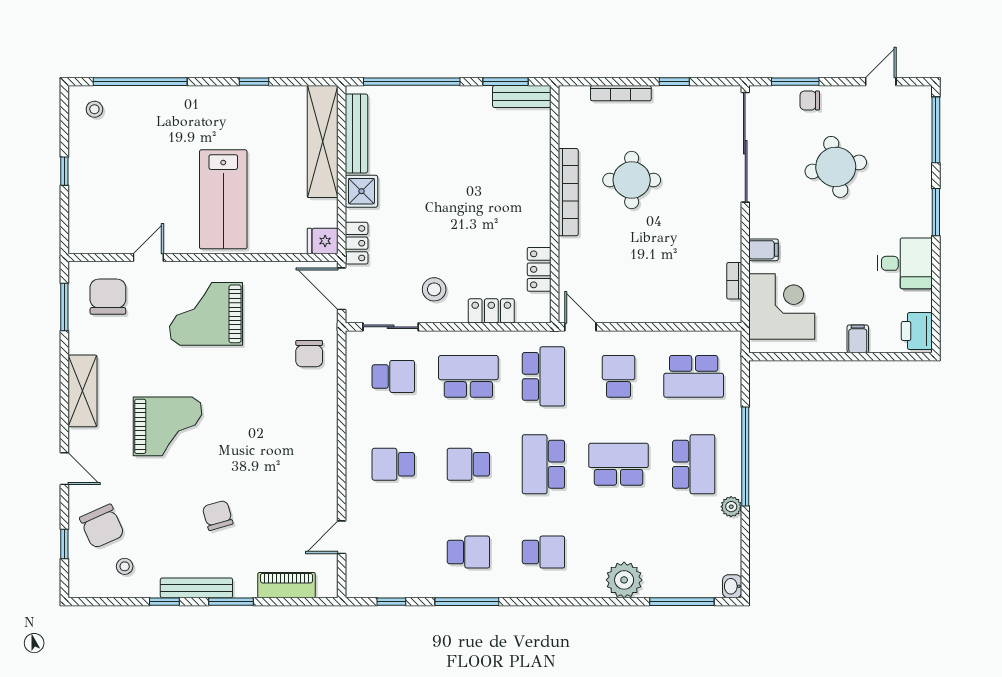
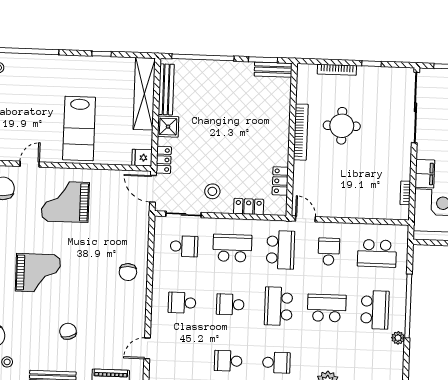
filing cabinet: (764, 250) -> (425, 174), width x2.00
chair: (309, 354) -> (128, 272), moved
school desk: (468, 552) -> (228, 361), turned 180

